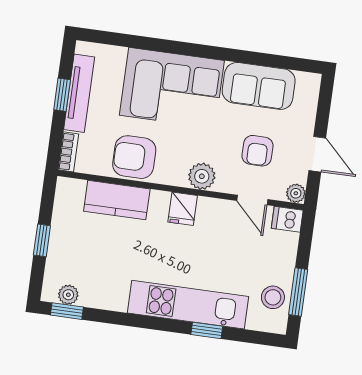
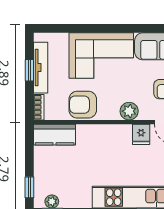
kitchen counter: (117, 200) -> (55, 135), moved
fridge: (183, 209) -> (141, 134), moved
window: (42, 240) -> (29, 187), moved

